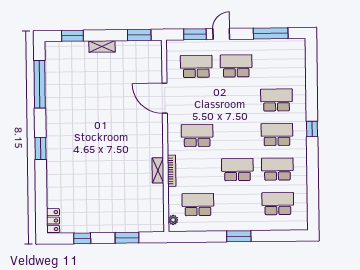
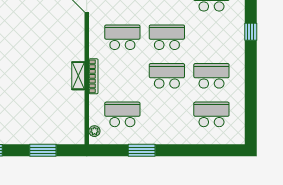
school desk: (277, 135) -> (167, 37), moved
window: (239, 236) -> (142, 150), moved

